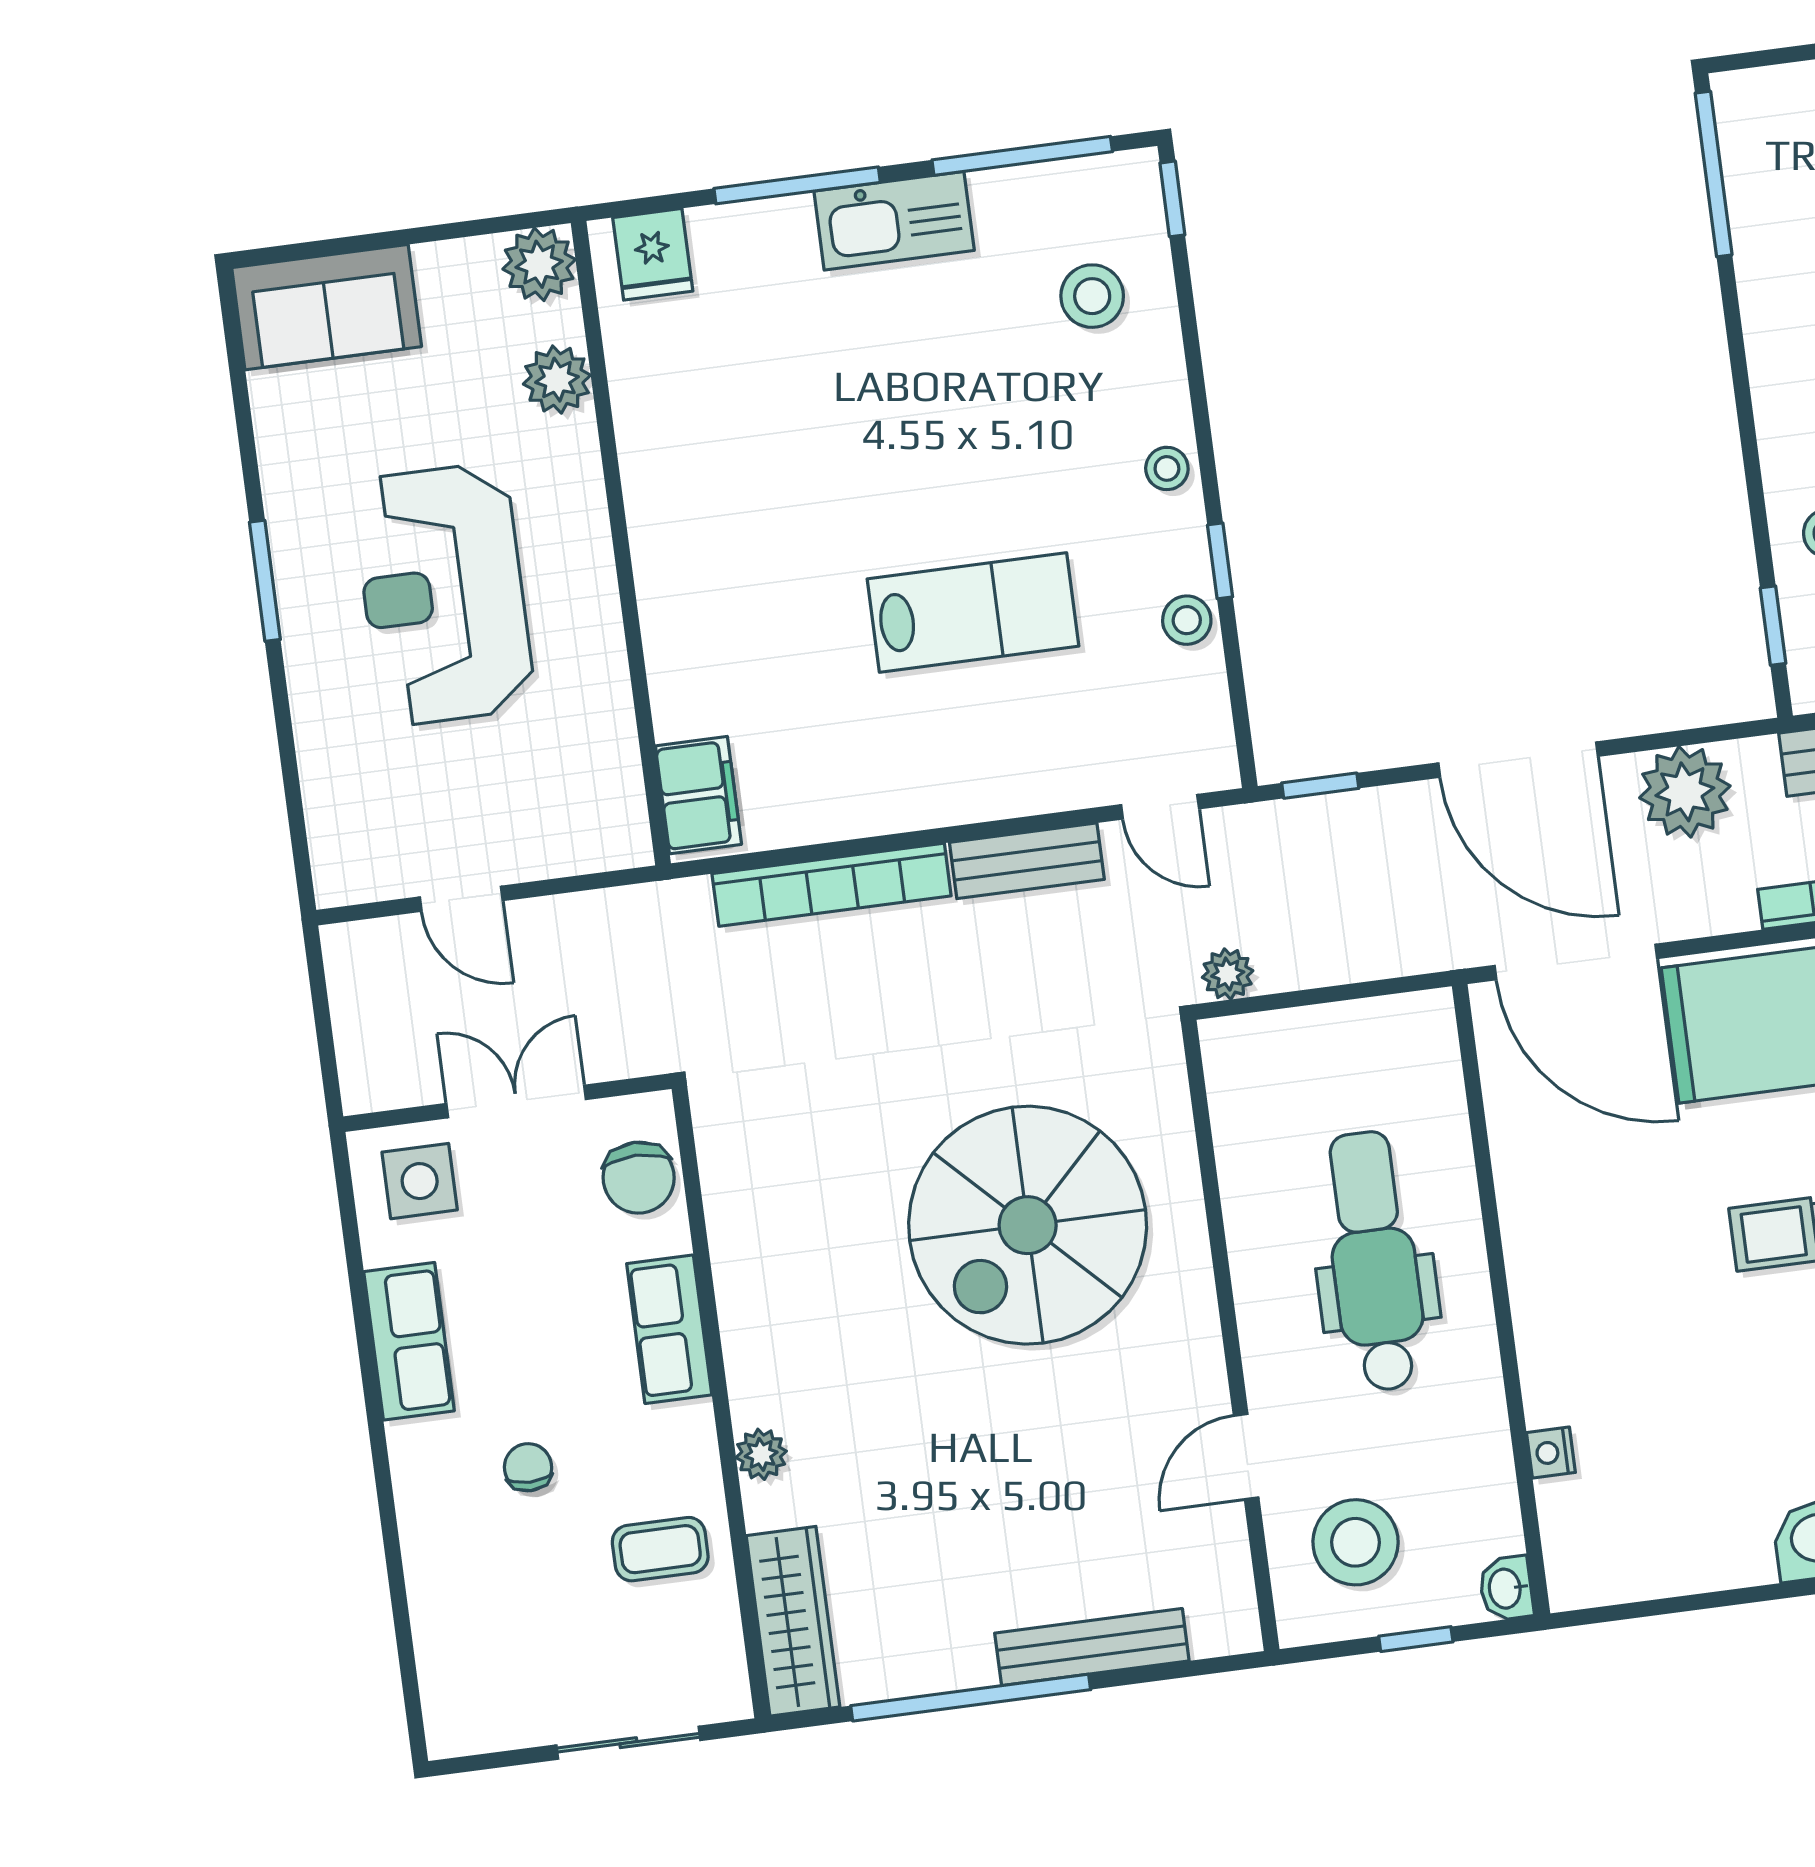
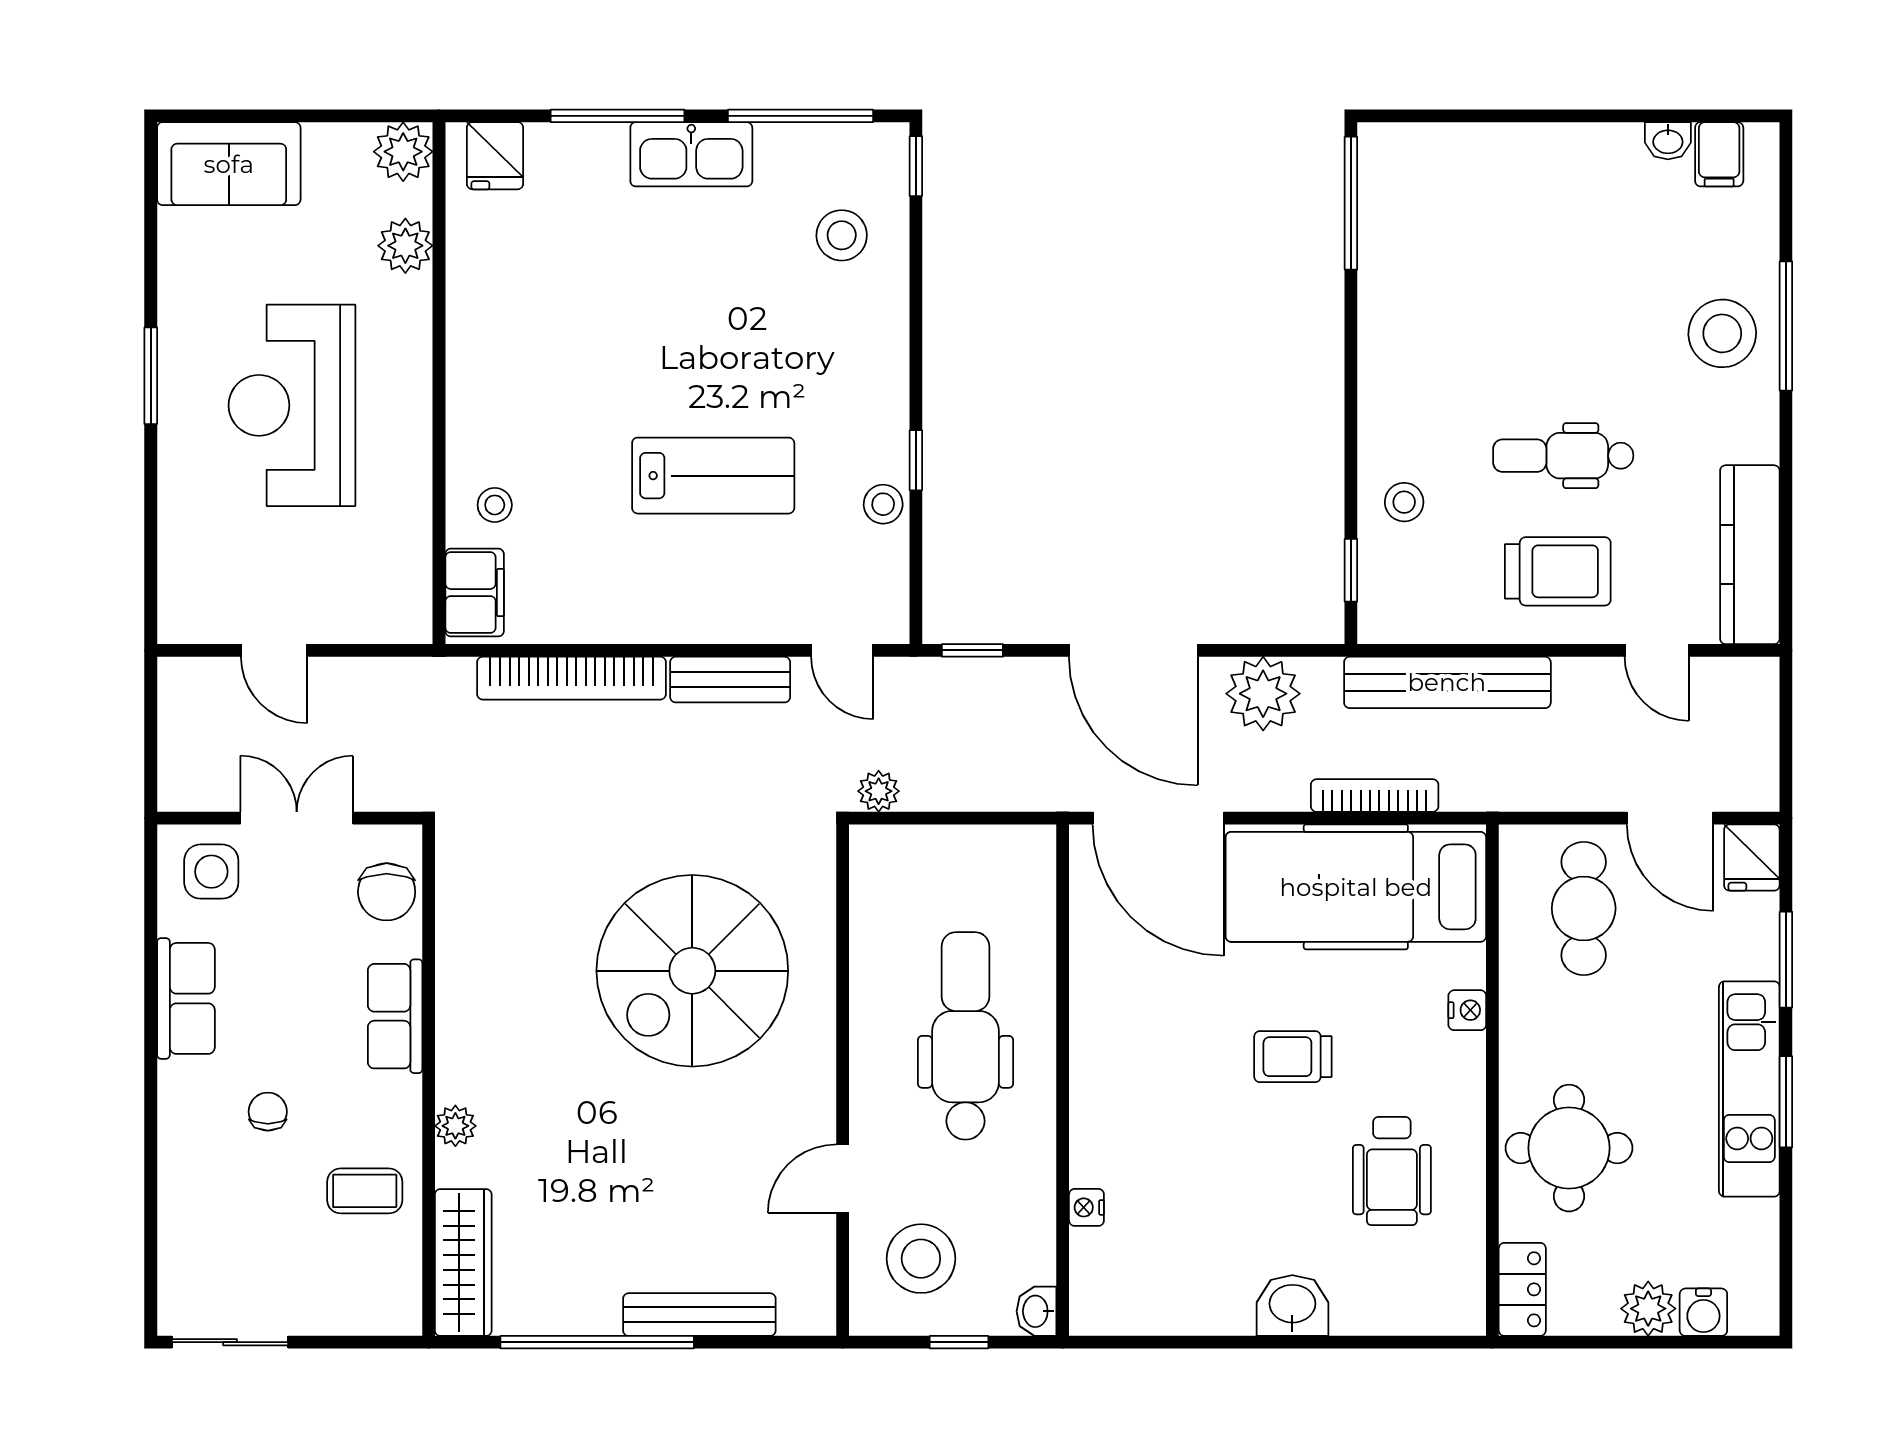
stool: (1167, 468) -> (495, 505), moved
sliding door: (628, 1743) -> (230, 1342), moved

